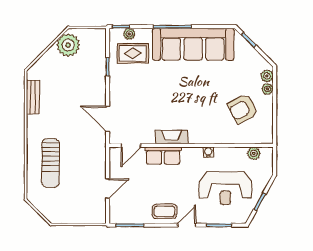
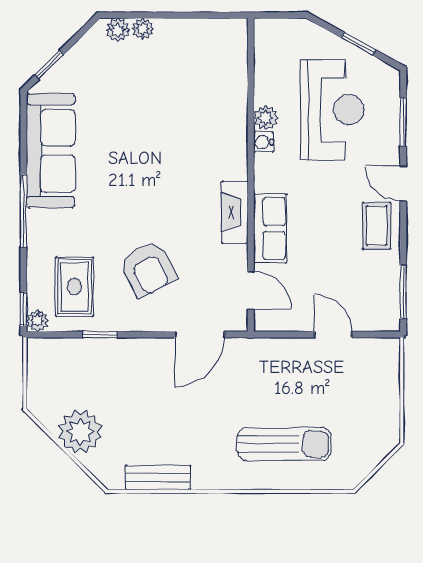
plant: (129, 34) -> (37, 321), moved
sofa: (193, 44) -> (51, 151), width x0.74, depth x0.79
plant: (68, 45) -> (80, 432), moved
armchair: (243, 109) -> (148, 269), moved
plant: (254, 153) -> (266, 118), moved

